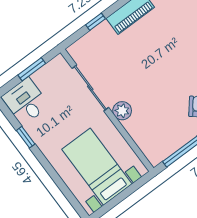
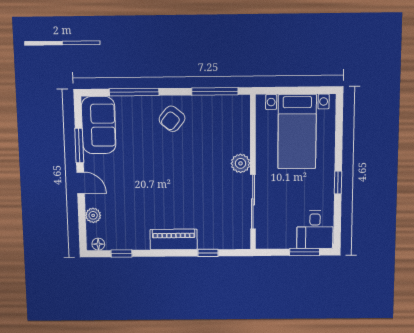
window: (32, 69) -> (305, 252), moved
window: (26, 137) -> (338, 183), moved

